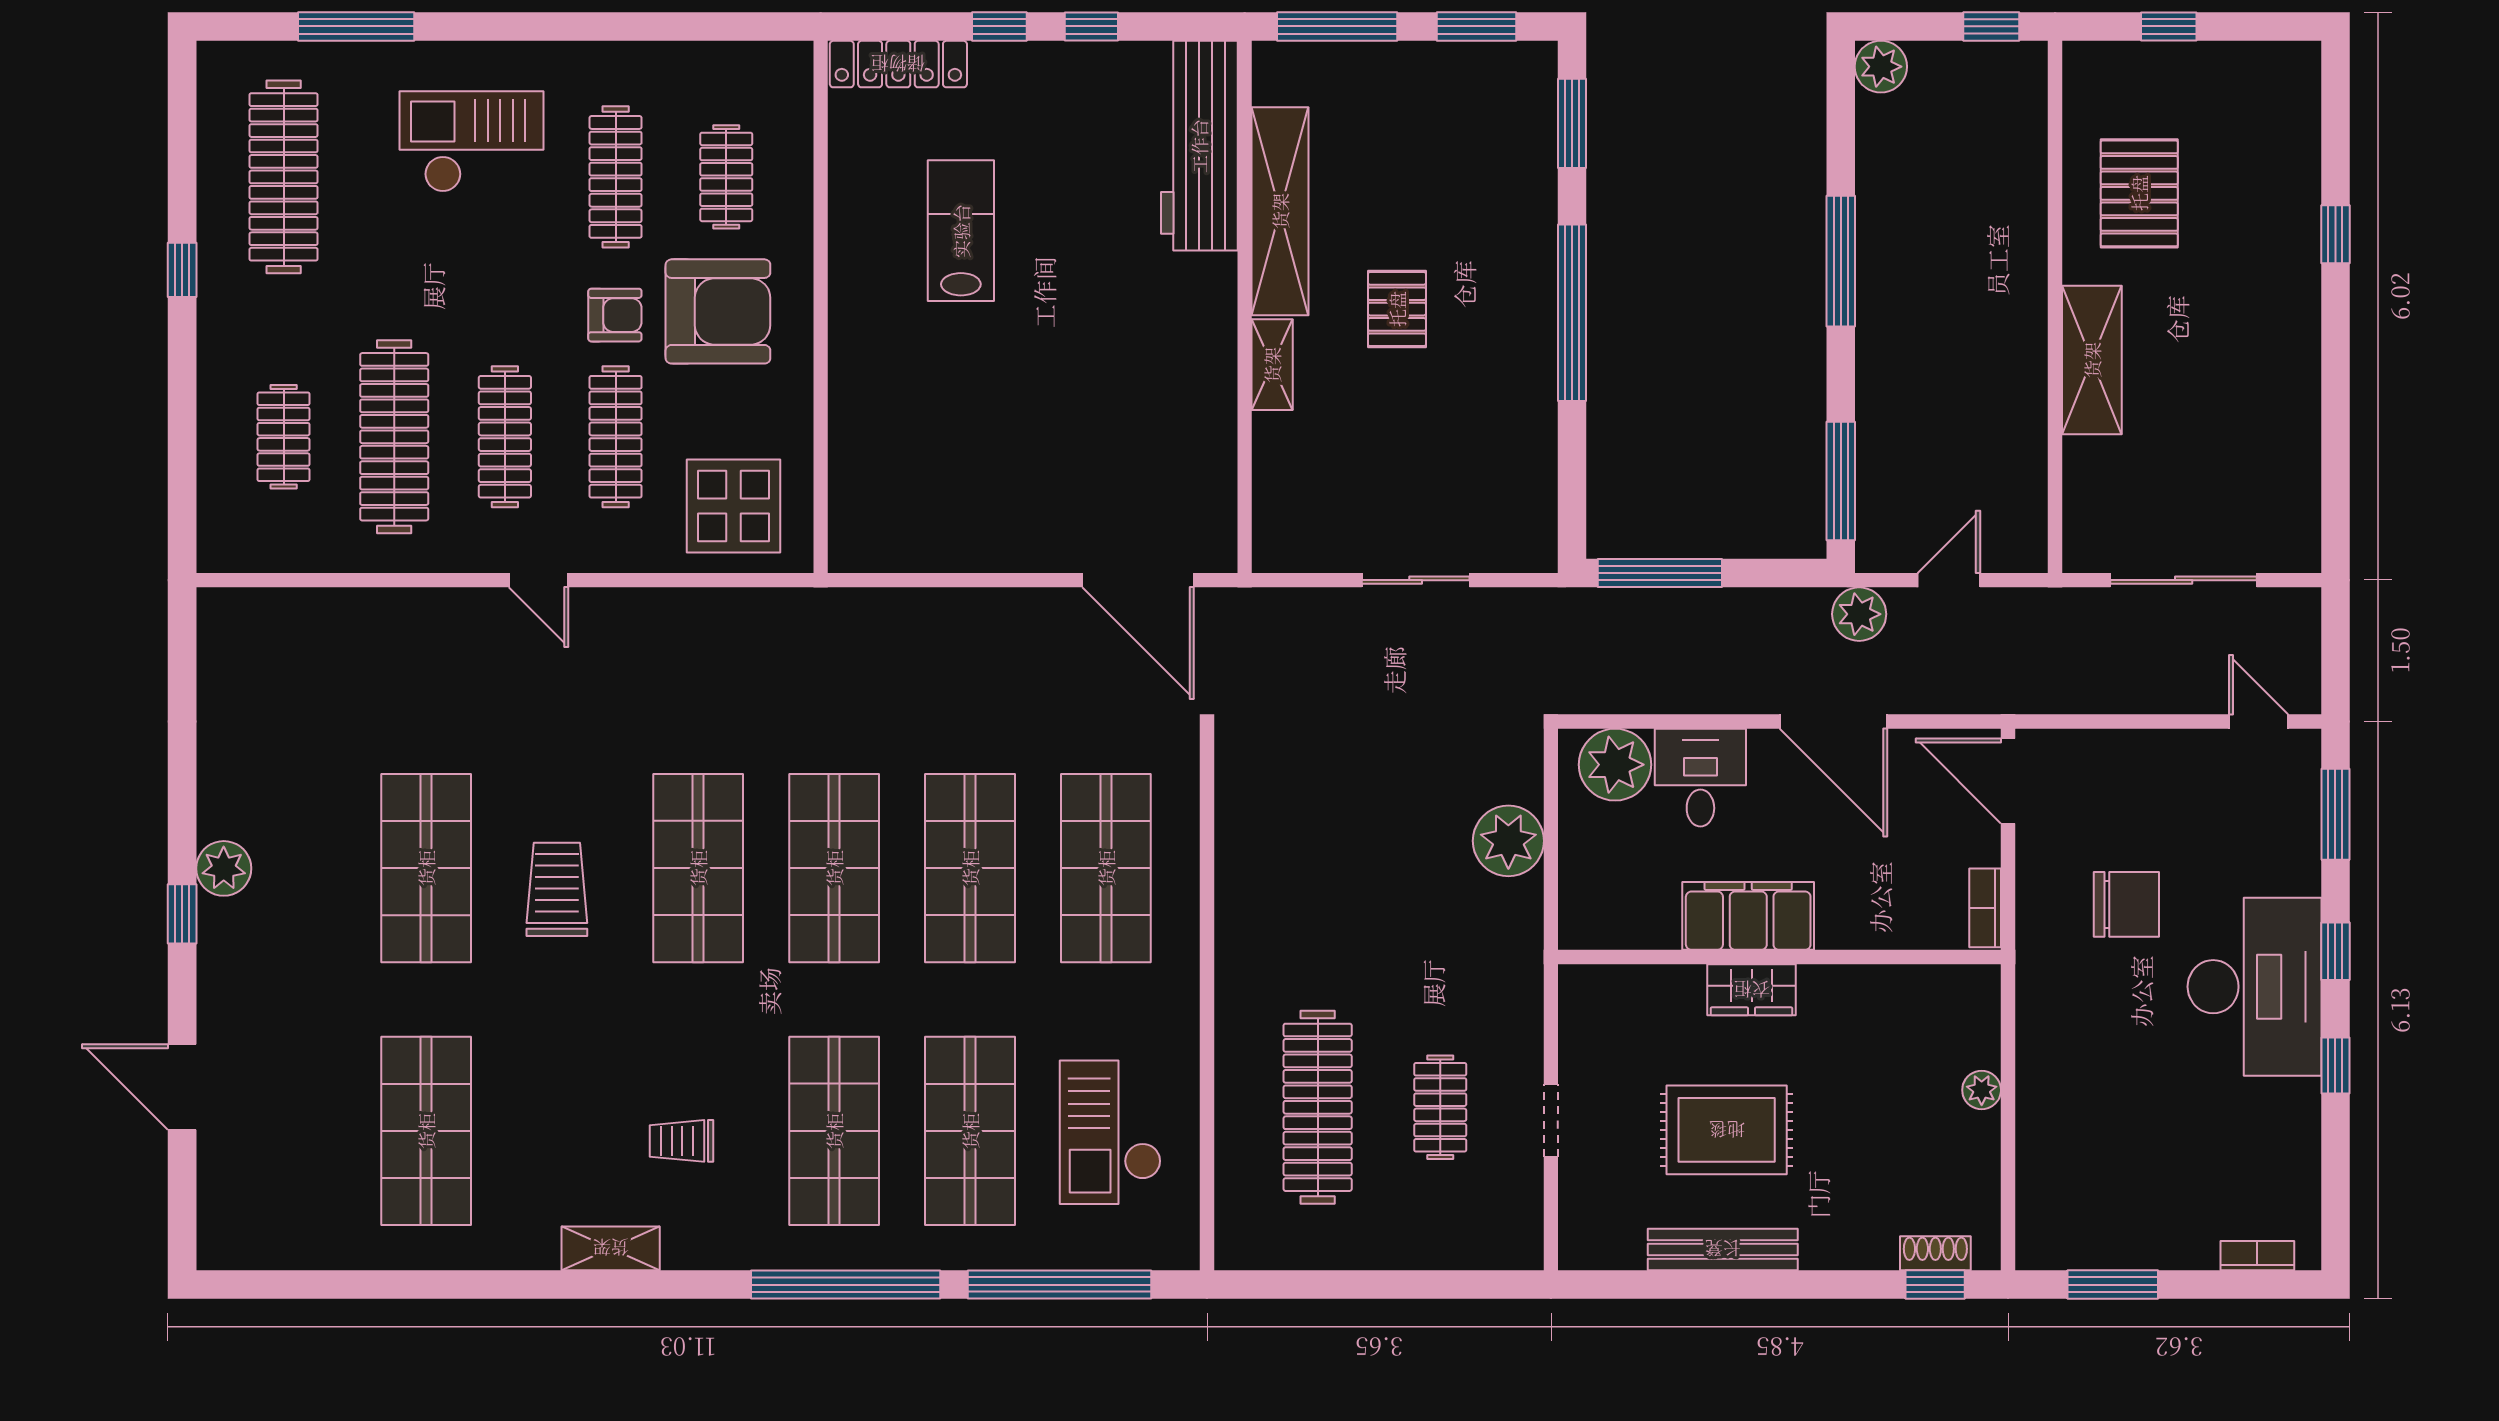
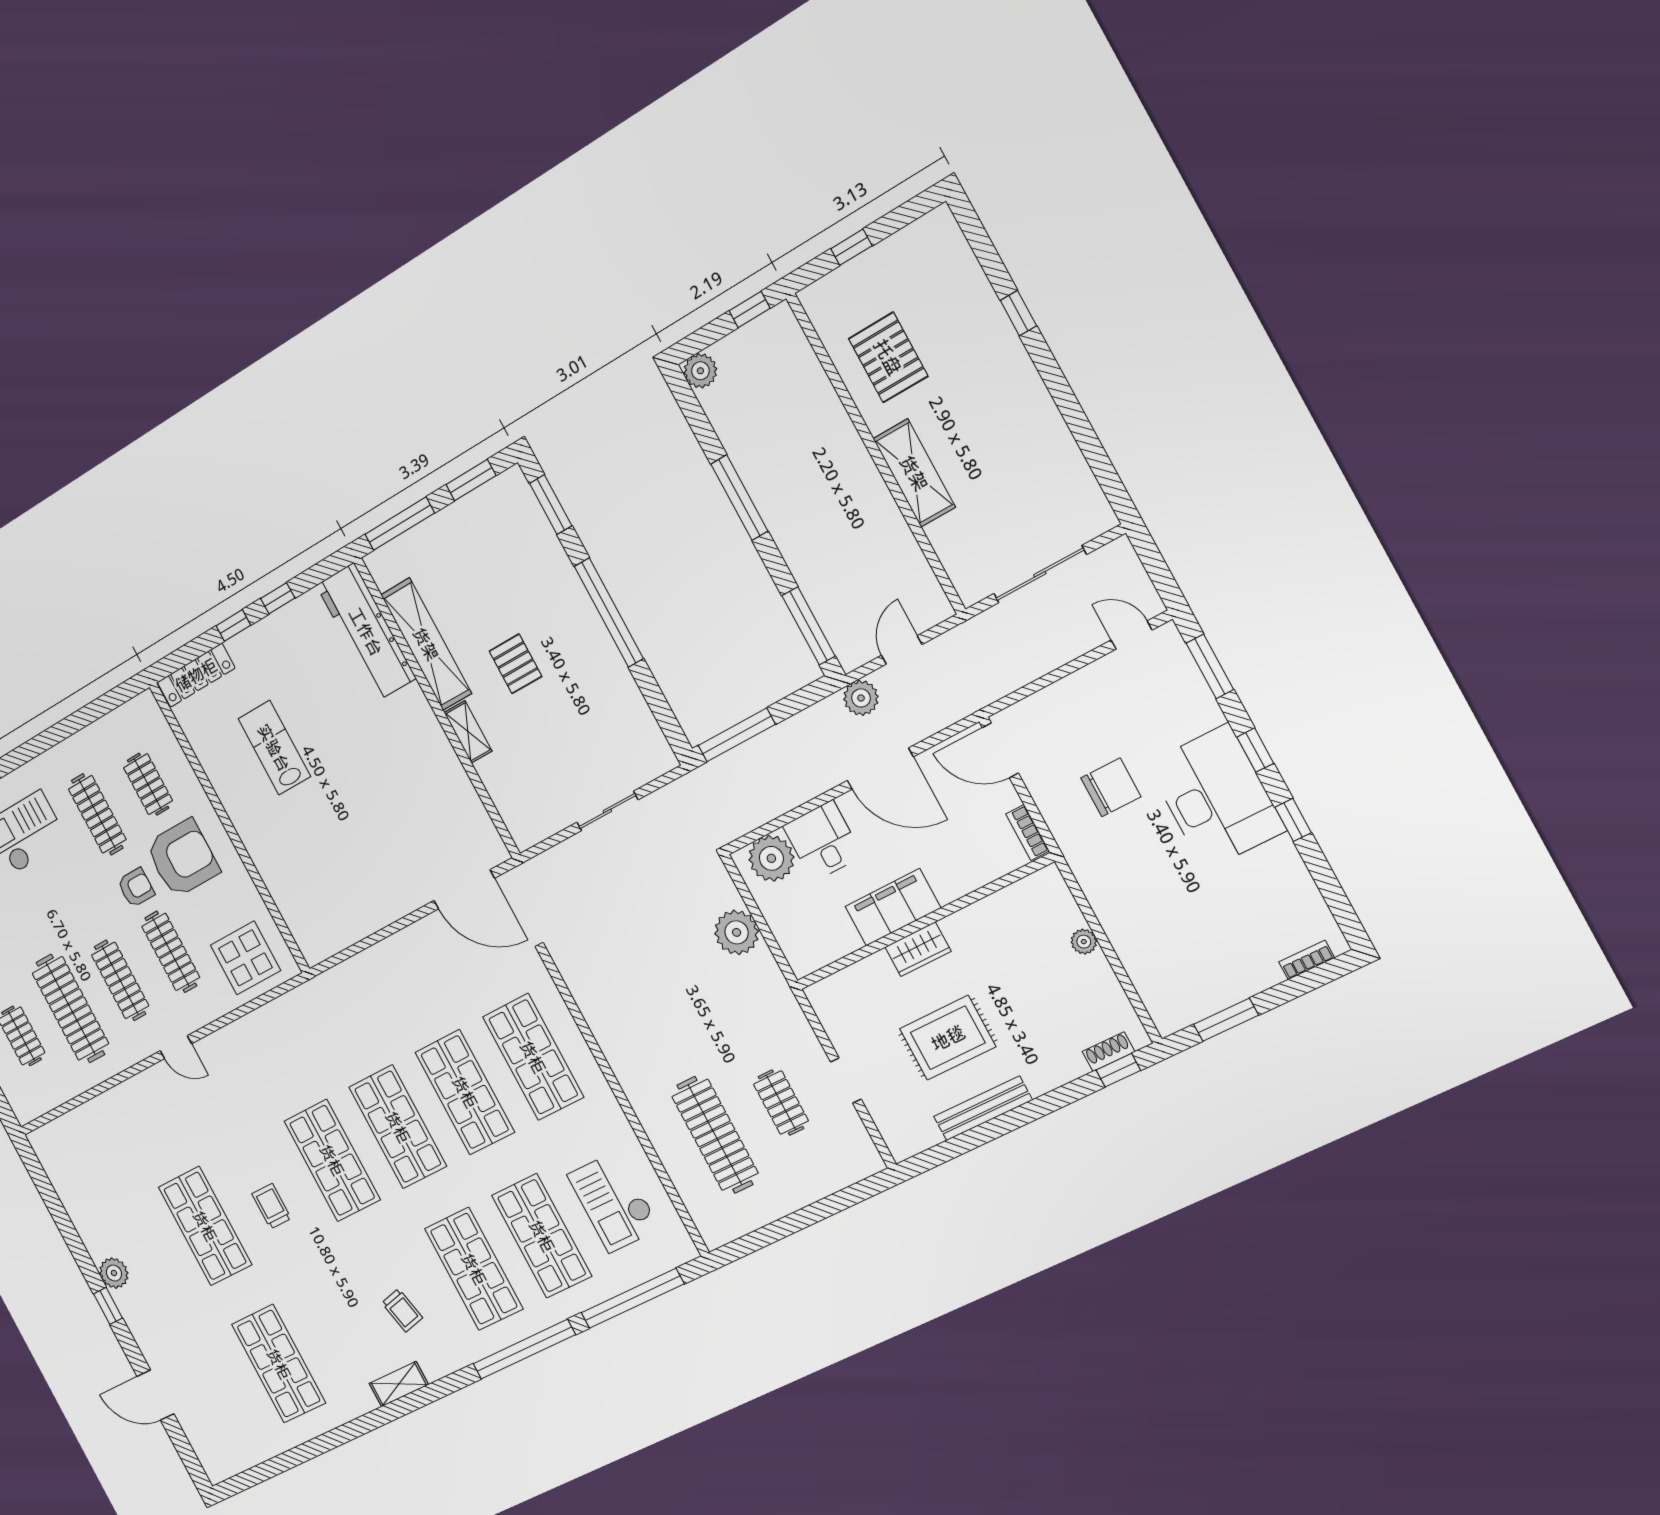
trolley: (557, 889) -> (272, 1206), width x0.73, depth x0.72
trolley: (681, 1141) -> (402, 1310), turned -103

